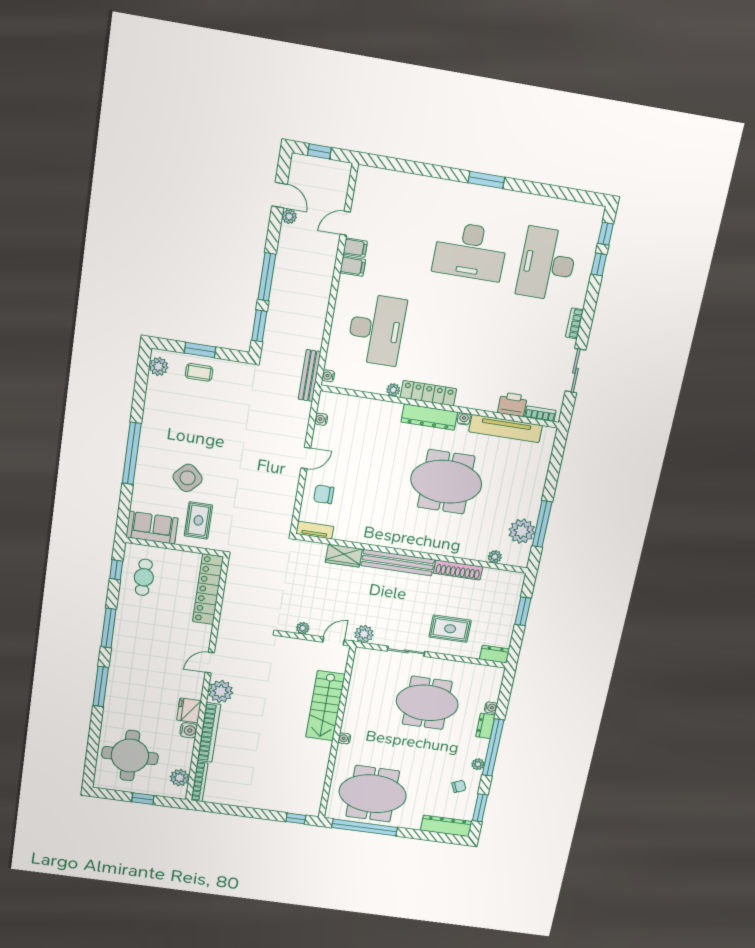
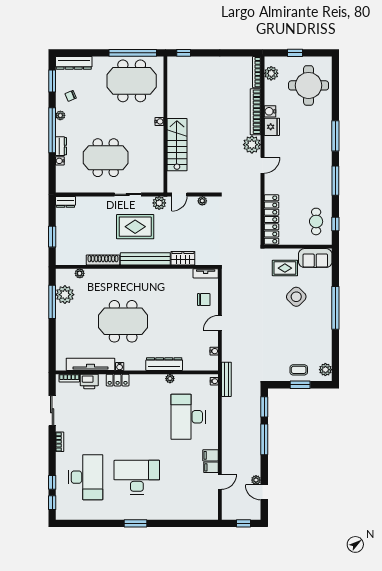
locker: (428, 393) -> (118, 380), moved, width x0.66
dresser: (429, 417) -> (164, 364), moved
rug: (198, 520) -> (285, 268), turned 90
rug: (450, 629) -> (135, 227), moved, width x1.36, depth x1.43

